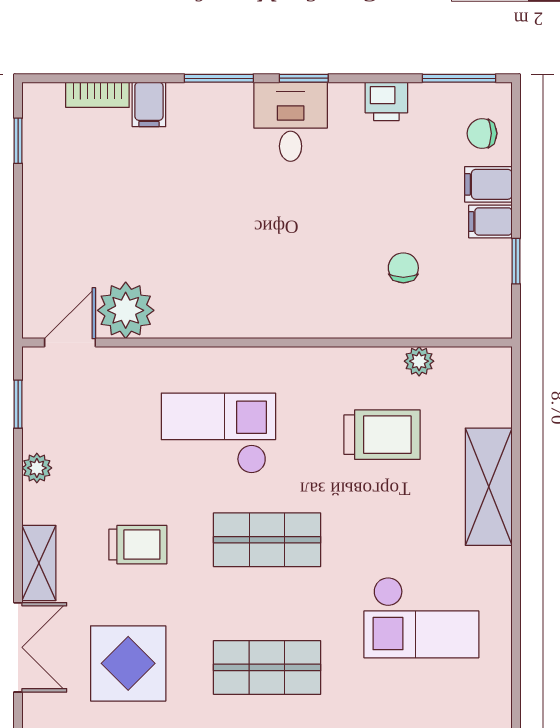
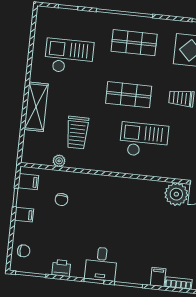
filing cabinet: (488, 184) -> (28, 182), moved
checkout: (218, 433) -> (144, 140), turned 180
trolley: (382, 435) -> (77, 133), turned -90

